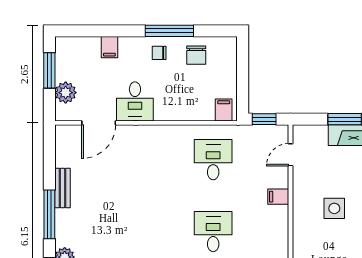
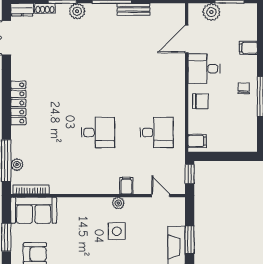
chair: (196, 55) -> (200, 101), moved, turned 180
door: (99, 123) -> (187, 39), hinge flipped
plant: (300, 207) -> (118, 203), added

